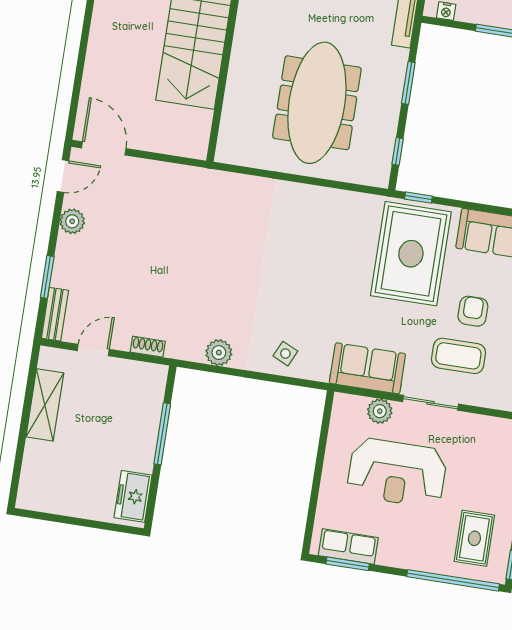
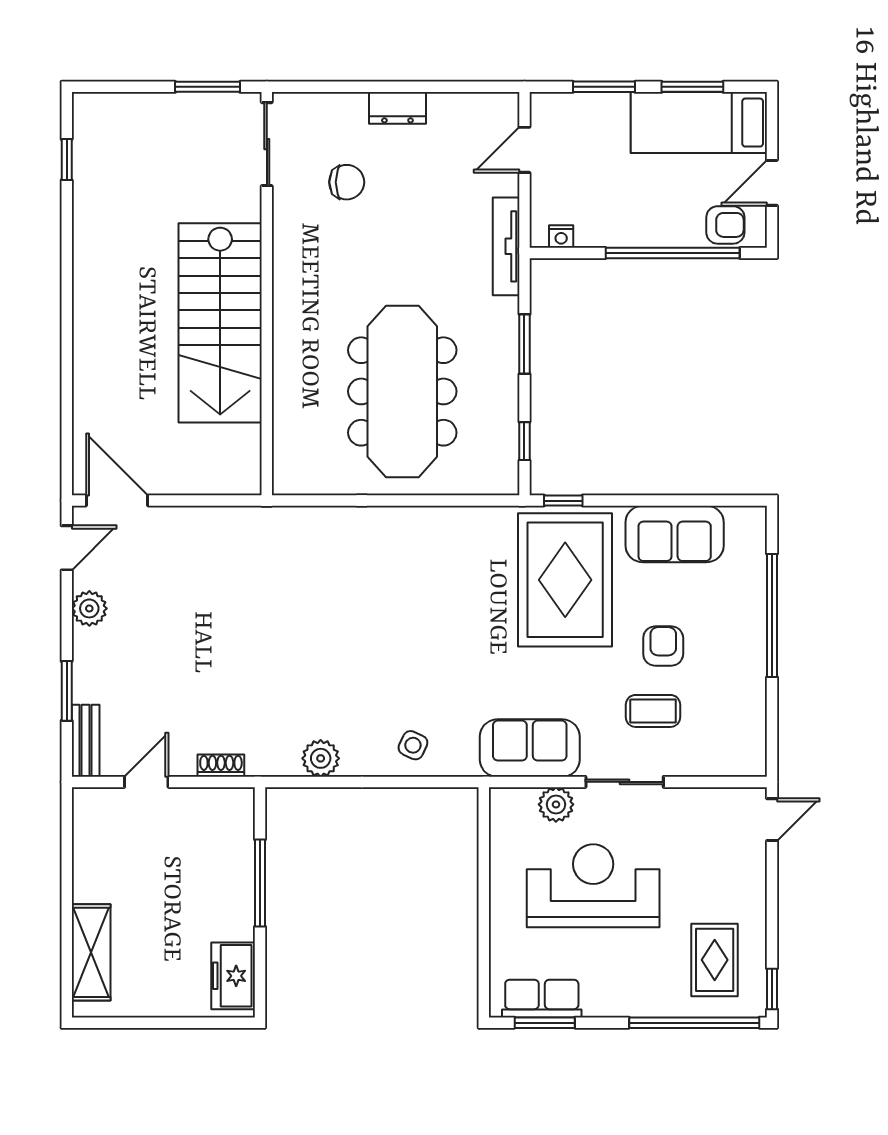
coffee table: (458, 356) -> (653, 711), width x0.73, depth x0.77
shelving: (45, 405) -> (91, 952), moved
reception desk: (397, 473) -> (593, 886), turned 180

